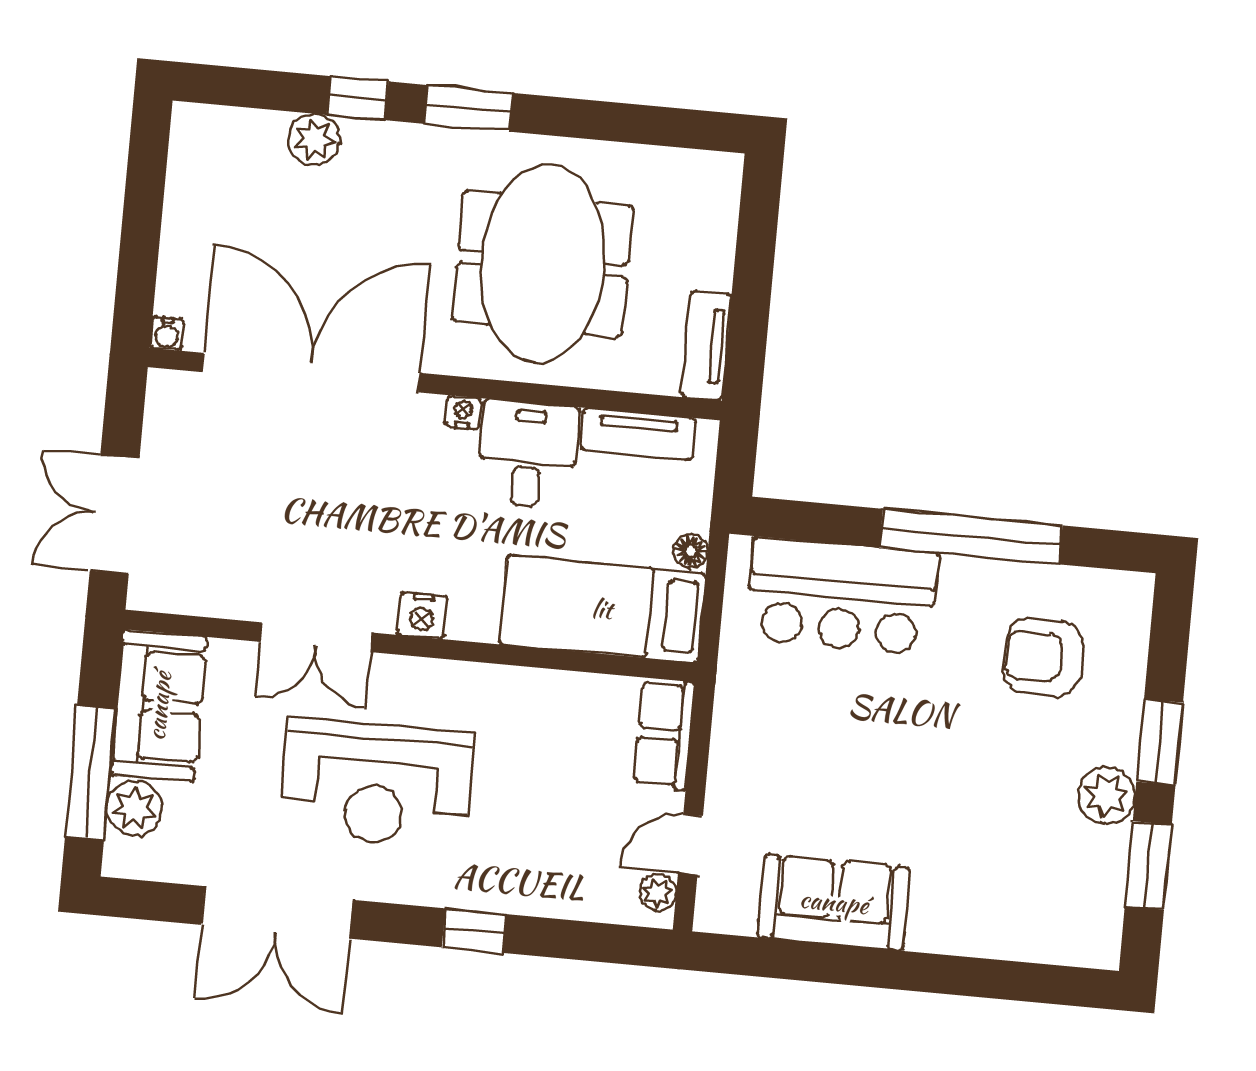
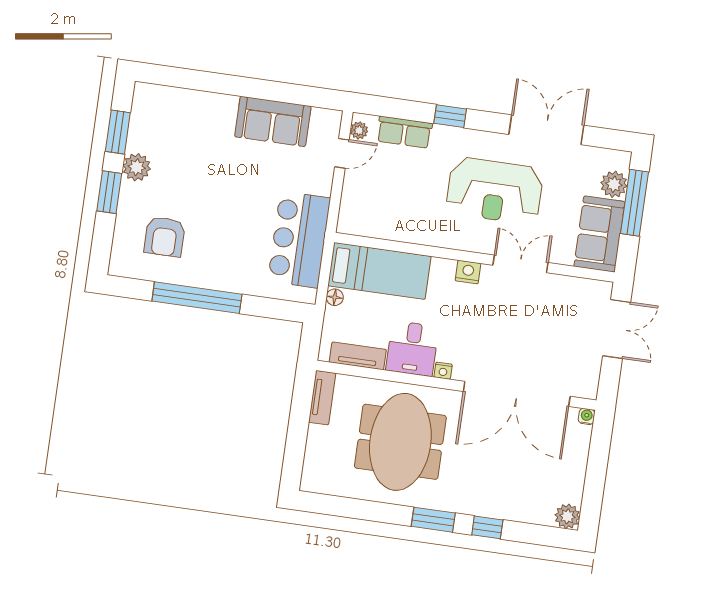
plant: (314, 140) -> (567, 516), moved
bar counter: (842, 596) -> (299, 240), moved, turned -90
armchair: (1043, 657) -> (165, 237), turned 90
row of seats: (665, 734) -> (404, 132), moved, turned 90
reception desk: (376, 784) -> (495, 191), turned 180

